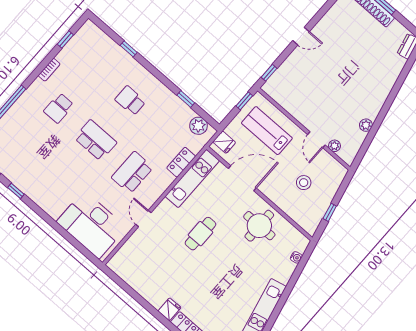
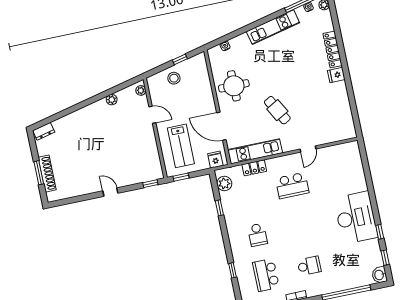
school desk: (95, 140) -> (266, 275), moved
door: (316, 140) -> (152, 115), hinge flipped
plant: (334, 146) -> (141, 90), moved
stool: (304, 183) -> (174, 78), moved
desk: (91, 225) -> (356, 218), moved
cafe table: (200, 234) -> (277, 110), turned 61

